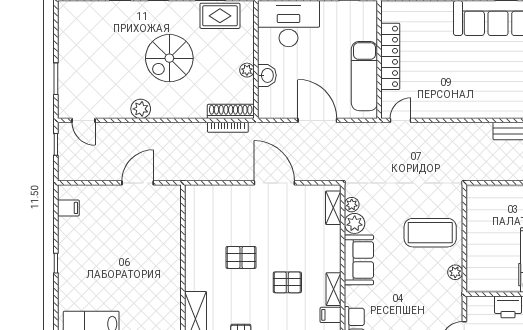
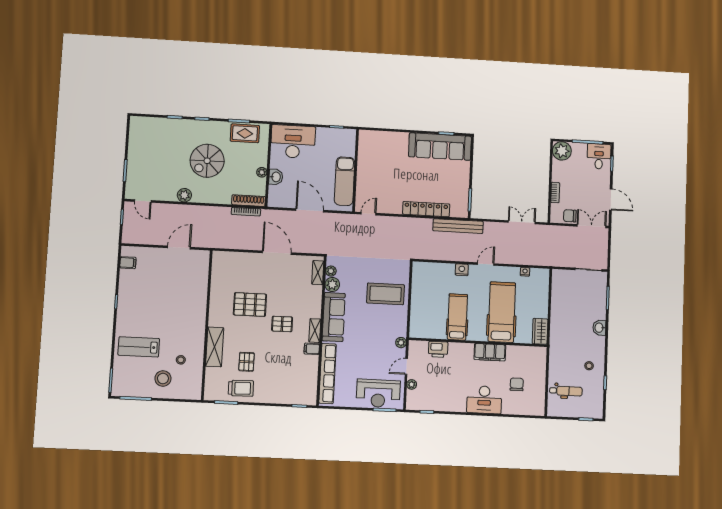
locker: (390, 56) -> (426, 209), moved, turned -90
pallet: (241, 257) -> (250, 304), width x1.50, depth x1.42
sofa: (359, 260) -> (334, 317), width x1.36
plant: (455, 272) -> (401, 343), moved

